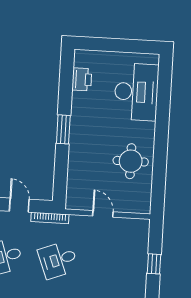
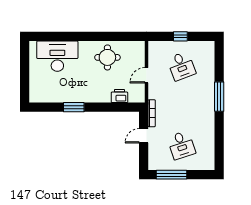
printer: (82, 79) -> (119, 96), moved
window: (63, 129) -> (74, 107), moved
desk: (58, 260) -> (181, 66), moved

